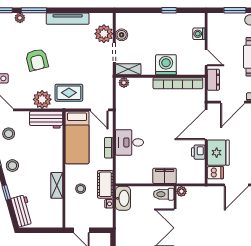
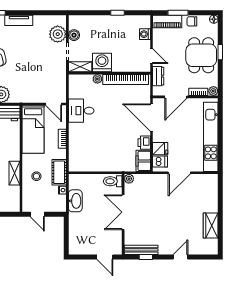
tv unit: (68, 19) -> (19, 20), width x0.71
piano: (223, 20) -> (167, 21), added
washing machine: (166, 65) -> (102, 63), moved
plant: (124, 83) -> (97, 79), moved
rug: (69, 93) -> (26, 88), removed
door: (206, 125) -> (152, 118), hinge flipped
desk: (129, 142) -> (81, 111), moved
fridge: (218, 153) -> (160, 149), width x0.53, depth x0.75
filing cabinet: (165, 176) -> (143, 161), moved, turned -90
washbasin: (123, 198) -> (75, 201), moved

